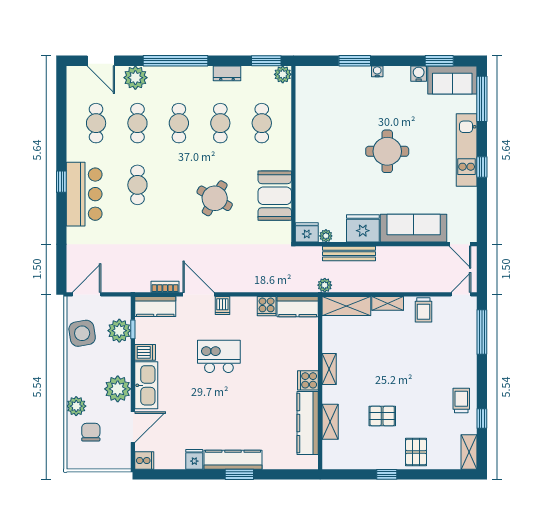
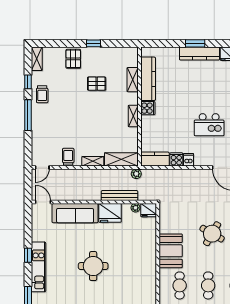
booth: (275, 196) -> (171, 251), moved
dishwasher: (222, 306) -> (189, 160), moved
window: (482, 332) -> (28, 115), moved

